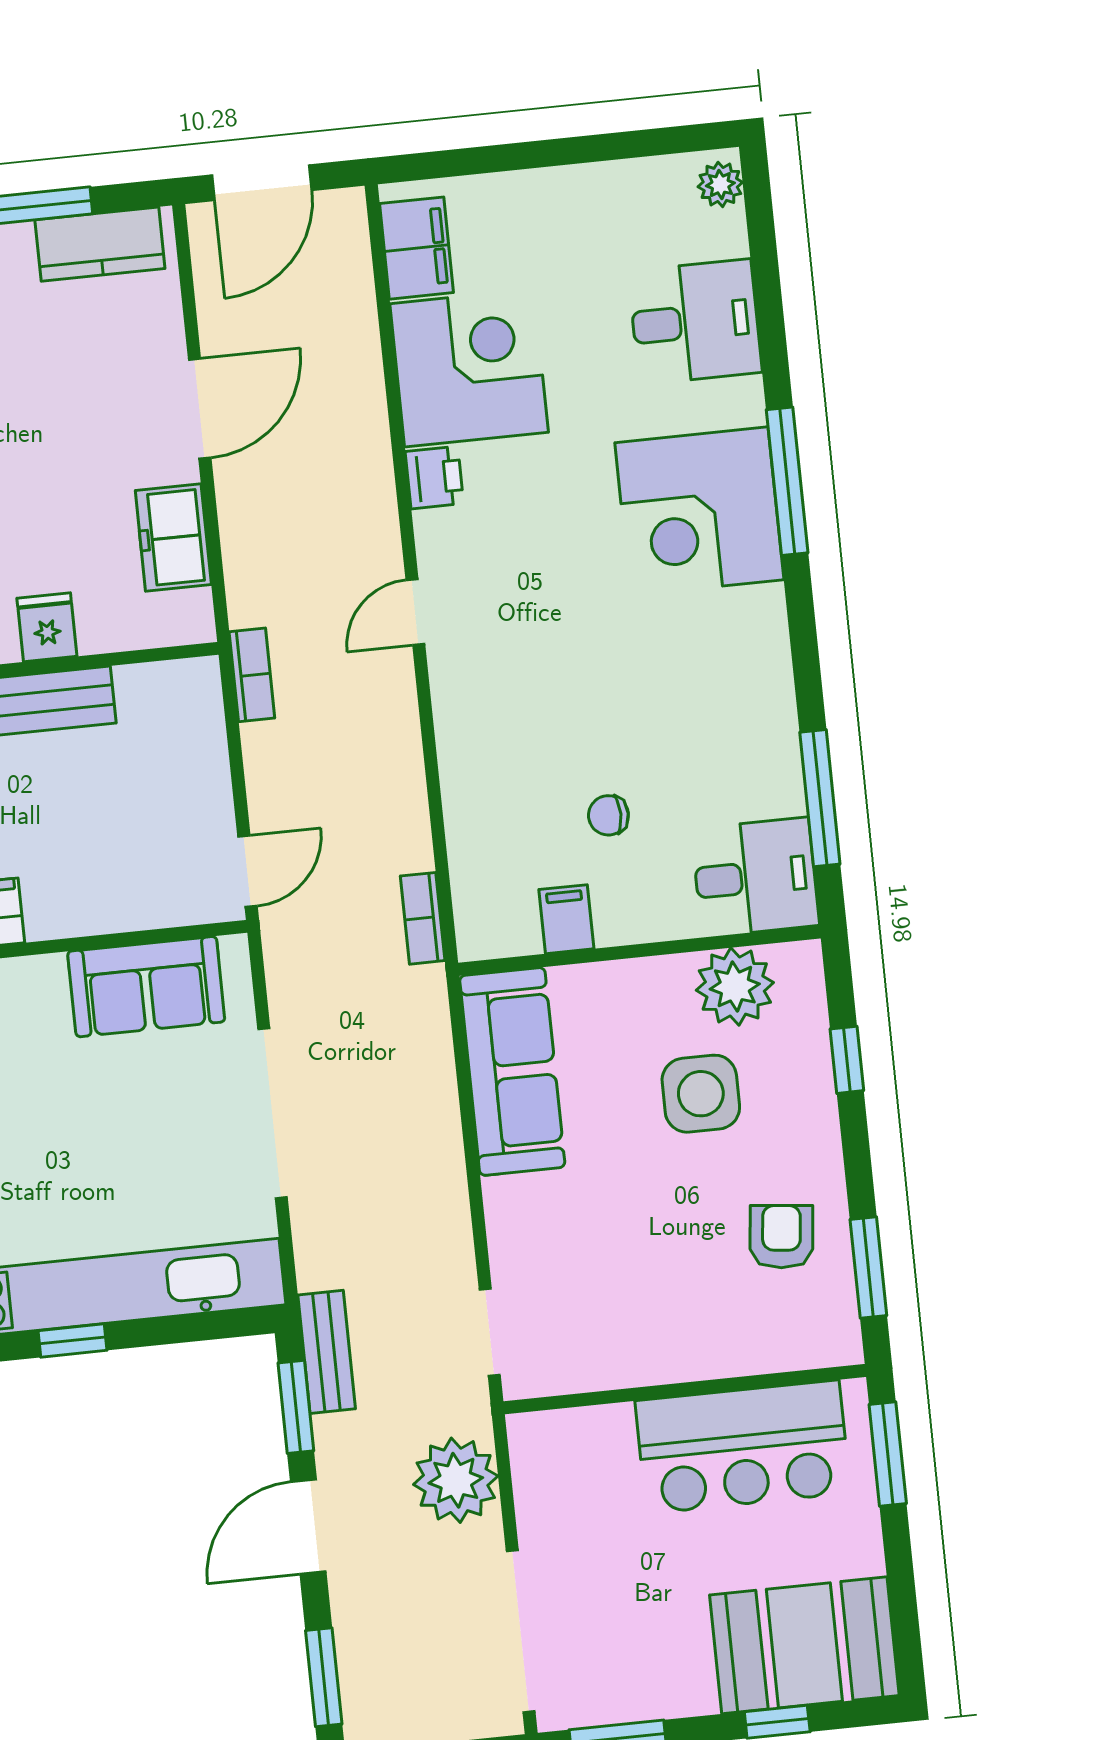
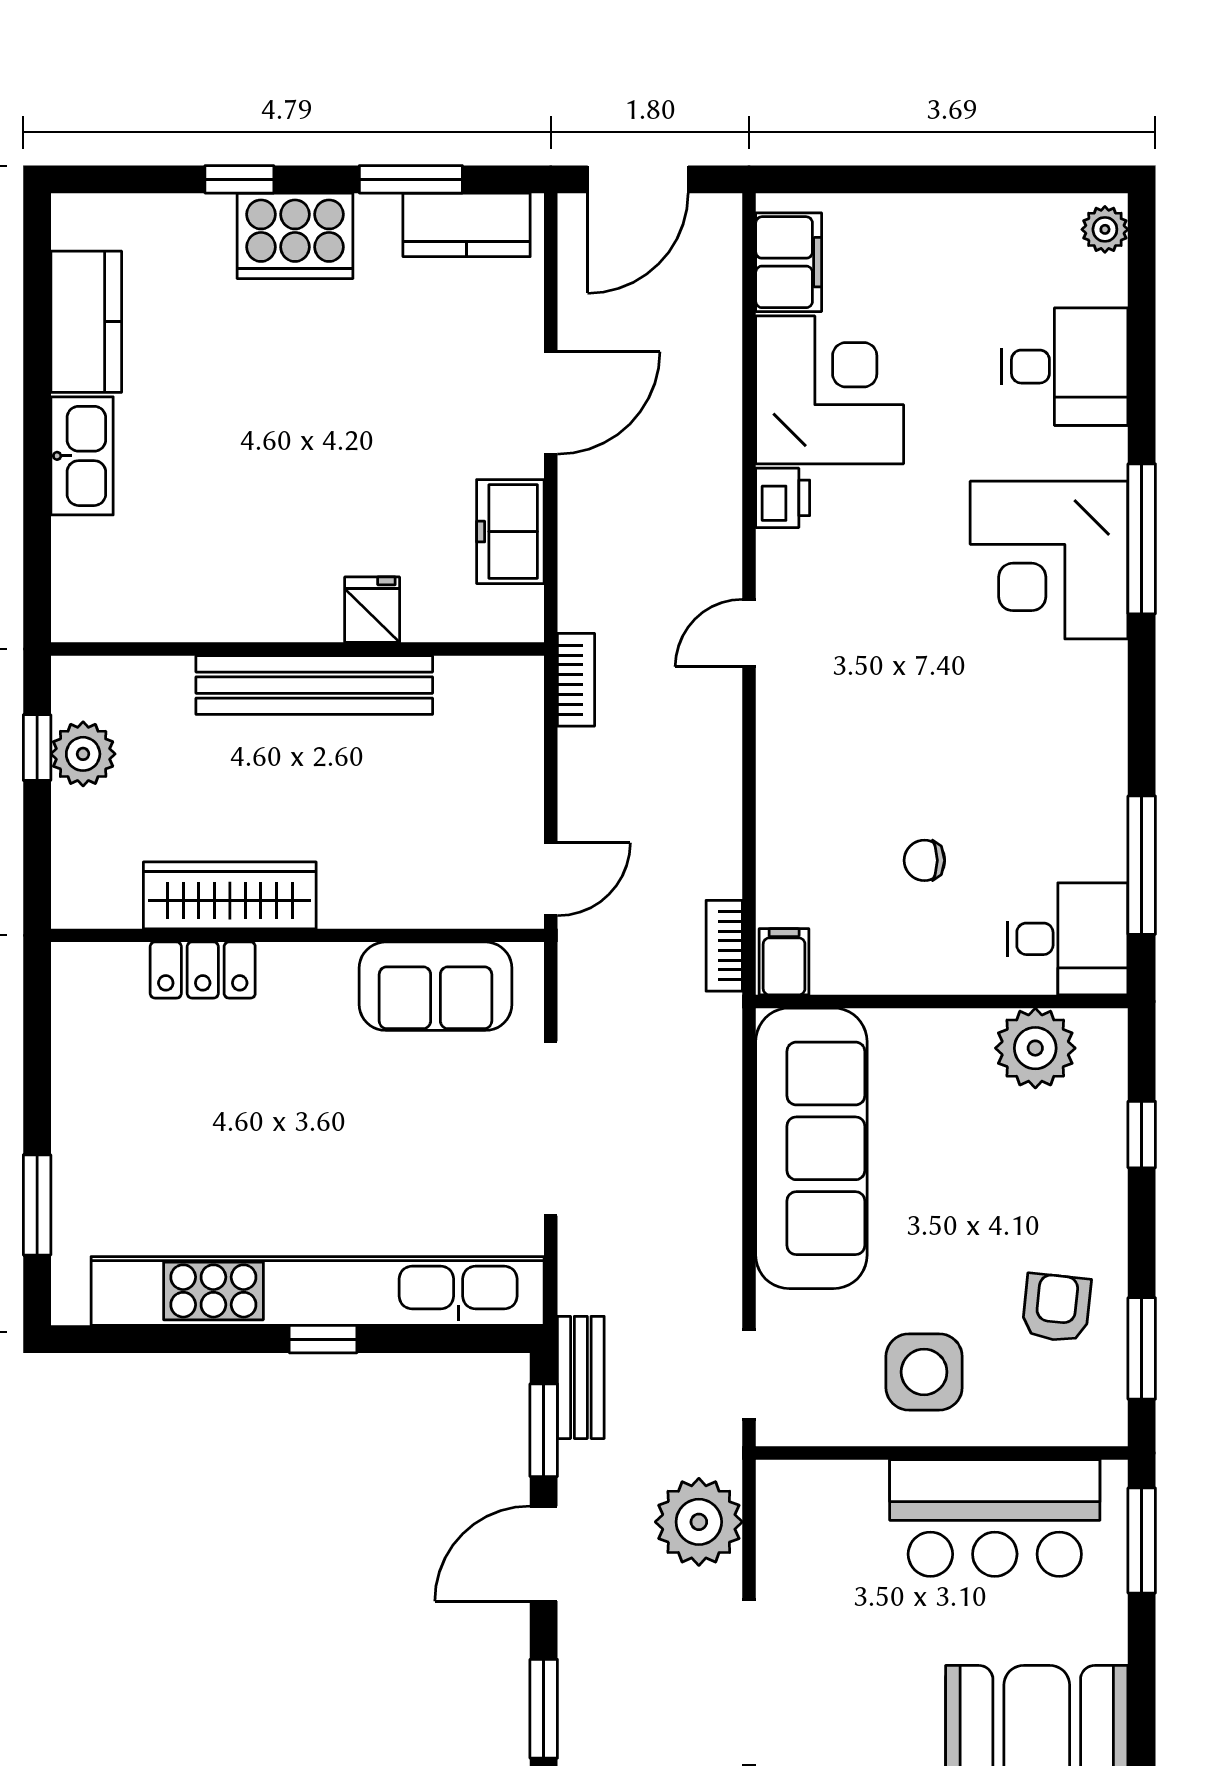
filing cabinet: (566, 919) -> (784, 962), moved
sofa: (512, 1071) -> (811, 1148), width x1.36, depth x1.27
side table: (701, 1094) -> (924, 1372), moved

